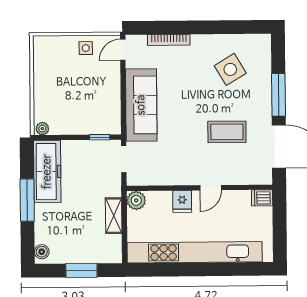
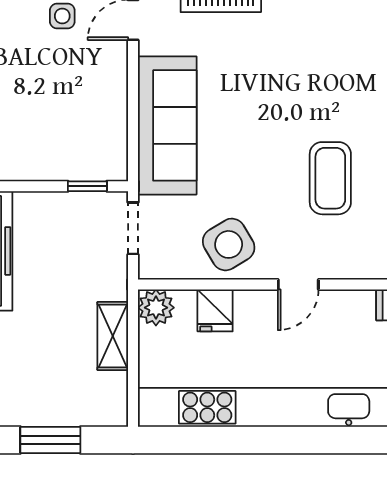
side table: (230, 69) -> (229, 244), moved
coffee table: (227, 132) -> (330, 178), turned 90
fridge: (182, 202) -> (215, 310), moved

